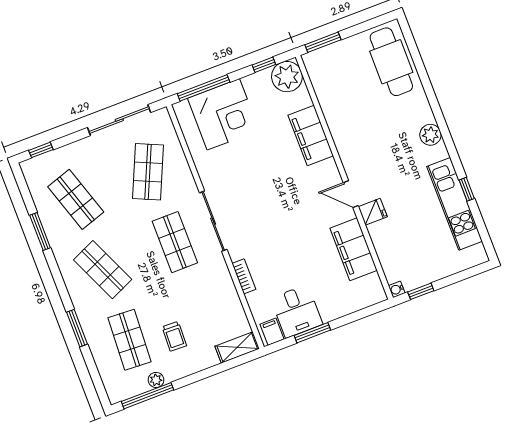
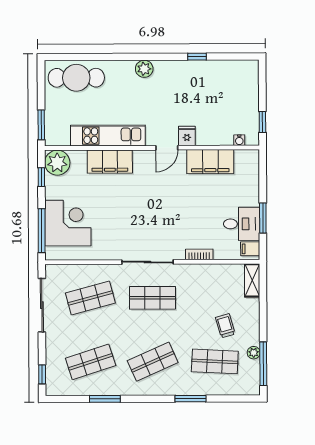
shop shelf: (148, 172) -> (90, 298), turned -39
kitchen unit: (455, 204) -> (108, 136), moved, turned 180
water cooler: (397, 289) -> (239, 140), moved
trolley: (174, 336) -> (225, 326), turned -108

